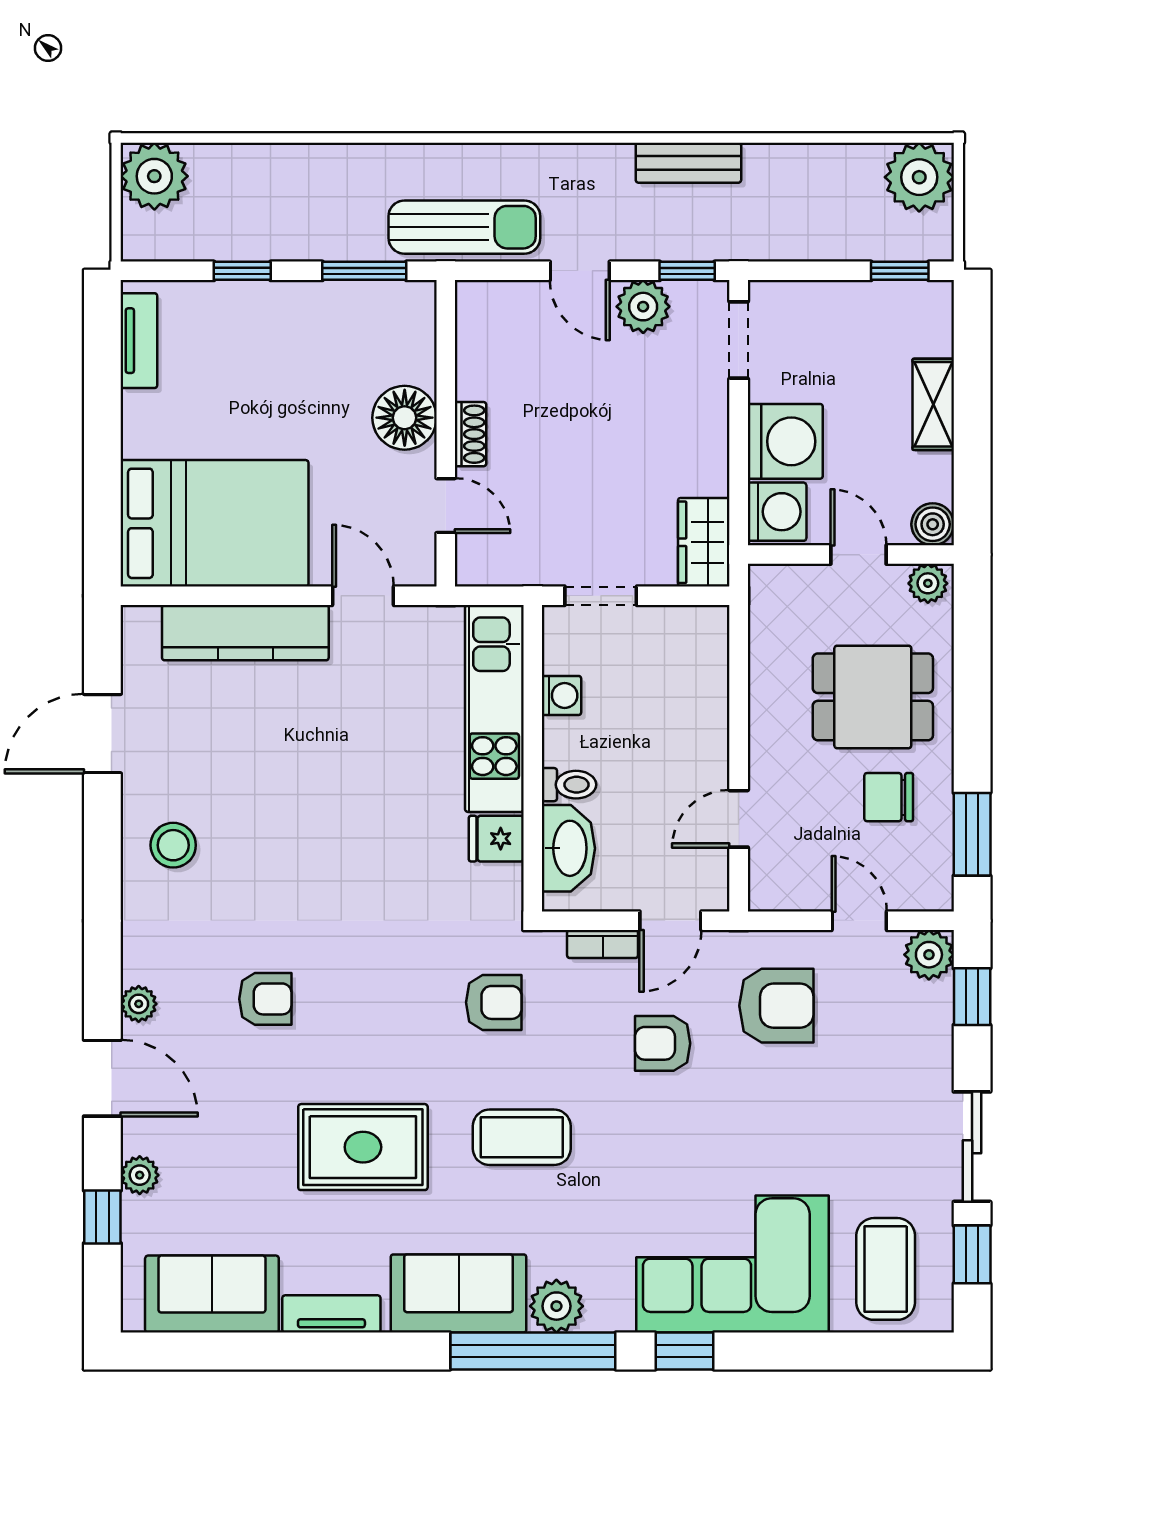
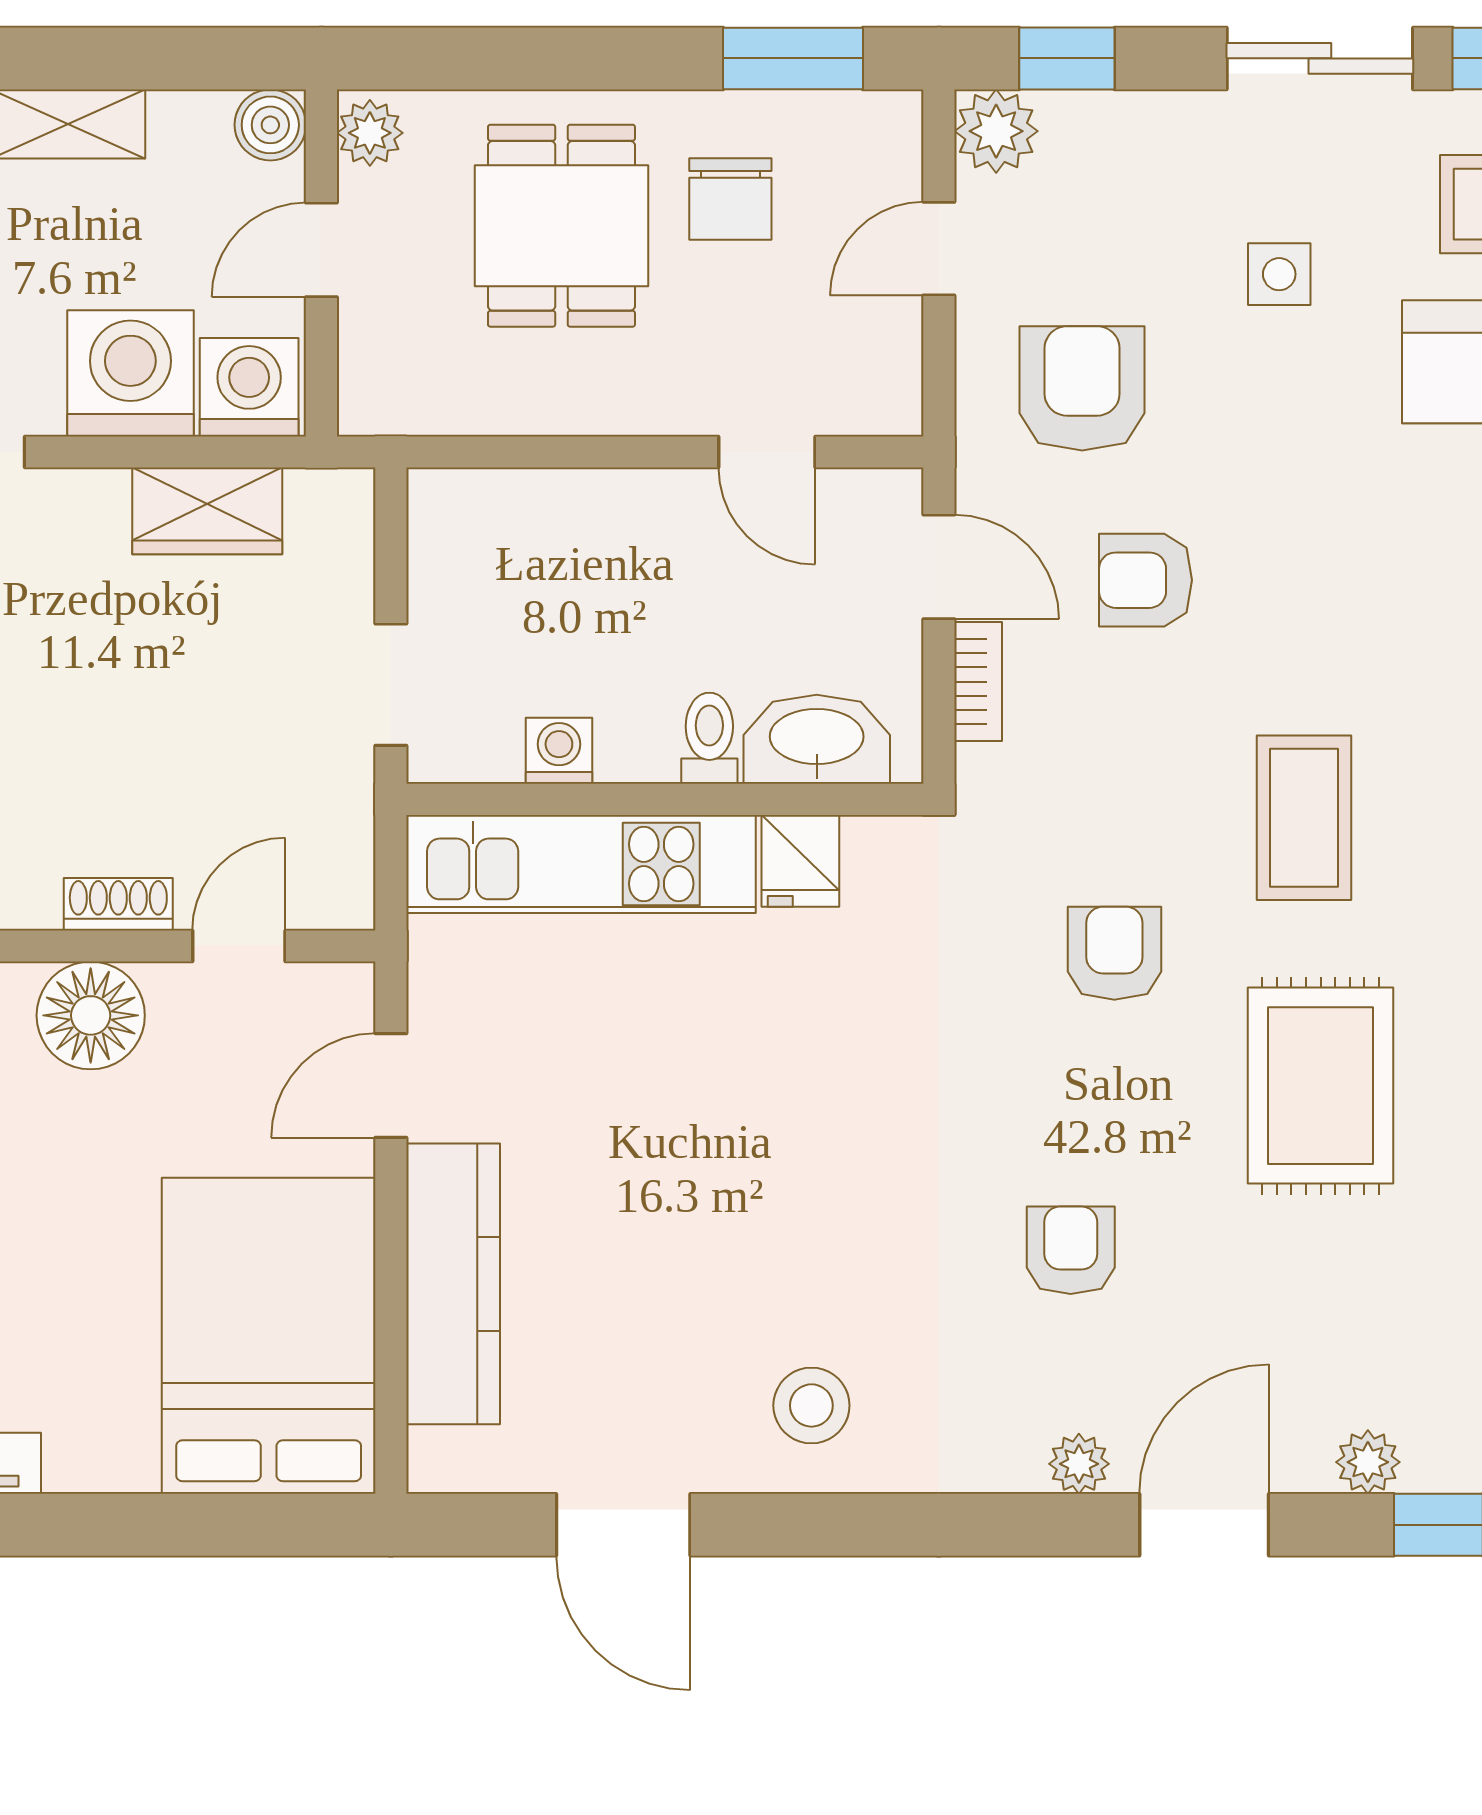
wardrobe: (704, 542) -> (207, 511), moved
armchair: (494, 1002) -> (1114, 953), moved
armchair: (663, 1043) -> (1146, 580), turned 90
side table: (844, 1123) -> (1279, 274), added

